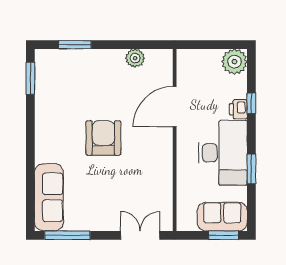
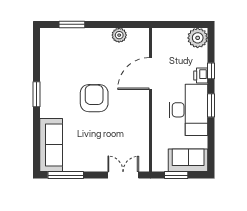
window: (30, 78) -> (37, 94), moved
window: (251, 169) -> (211, 105), moved
window: (224, 235) -> (176, 175), moved

